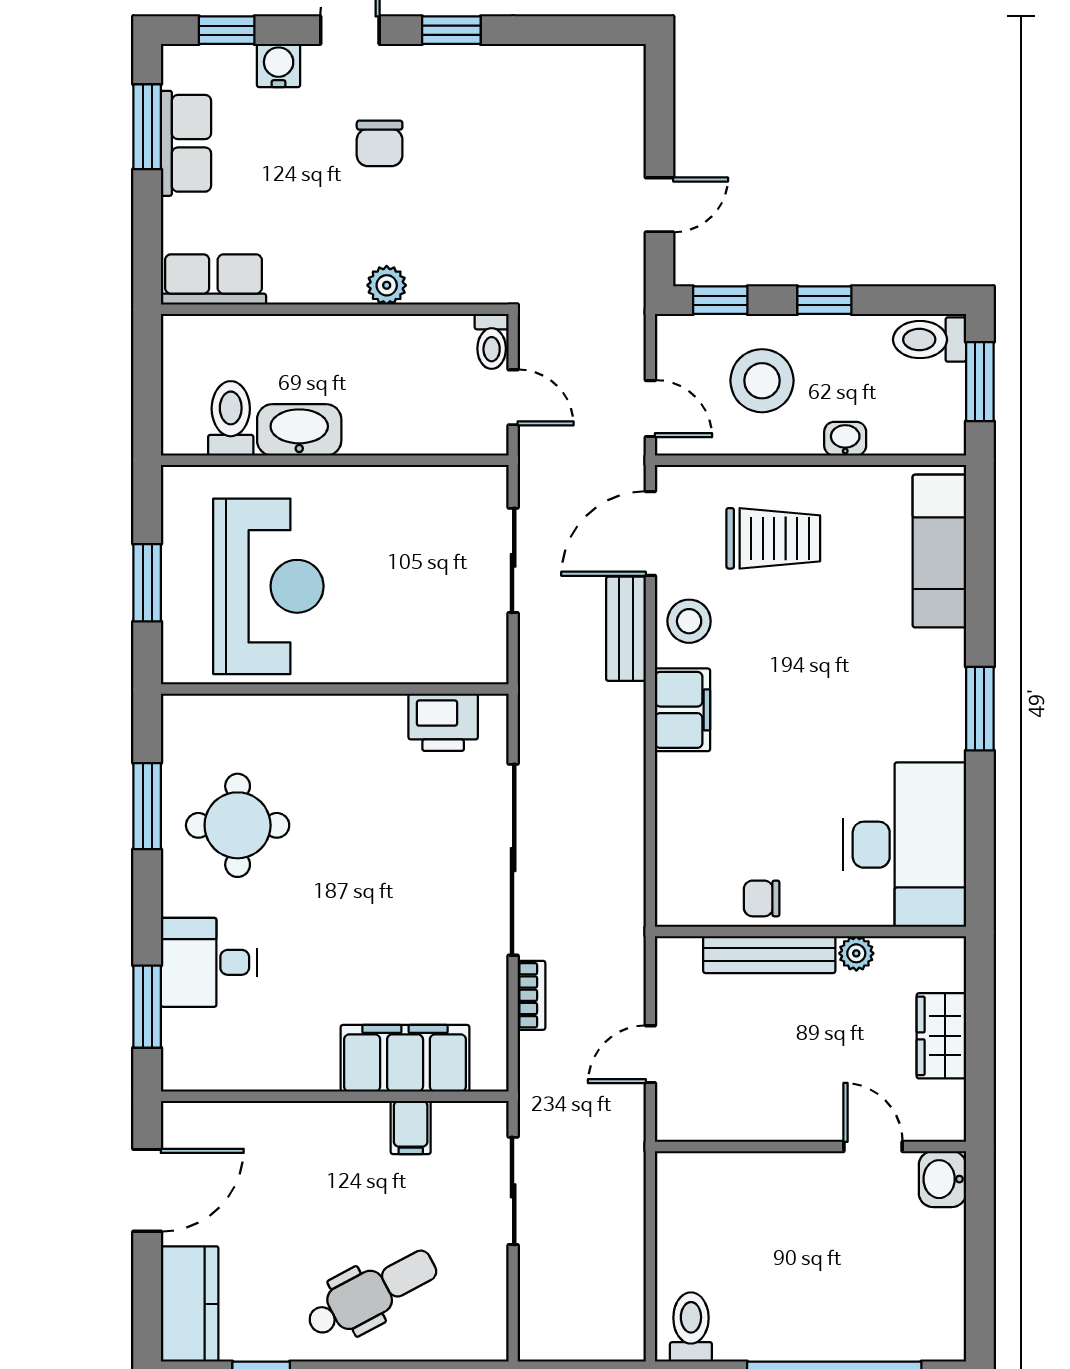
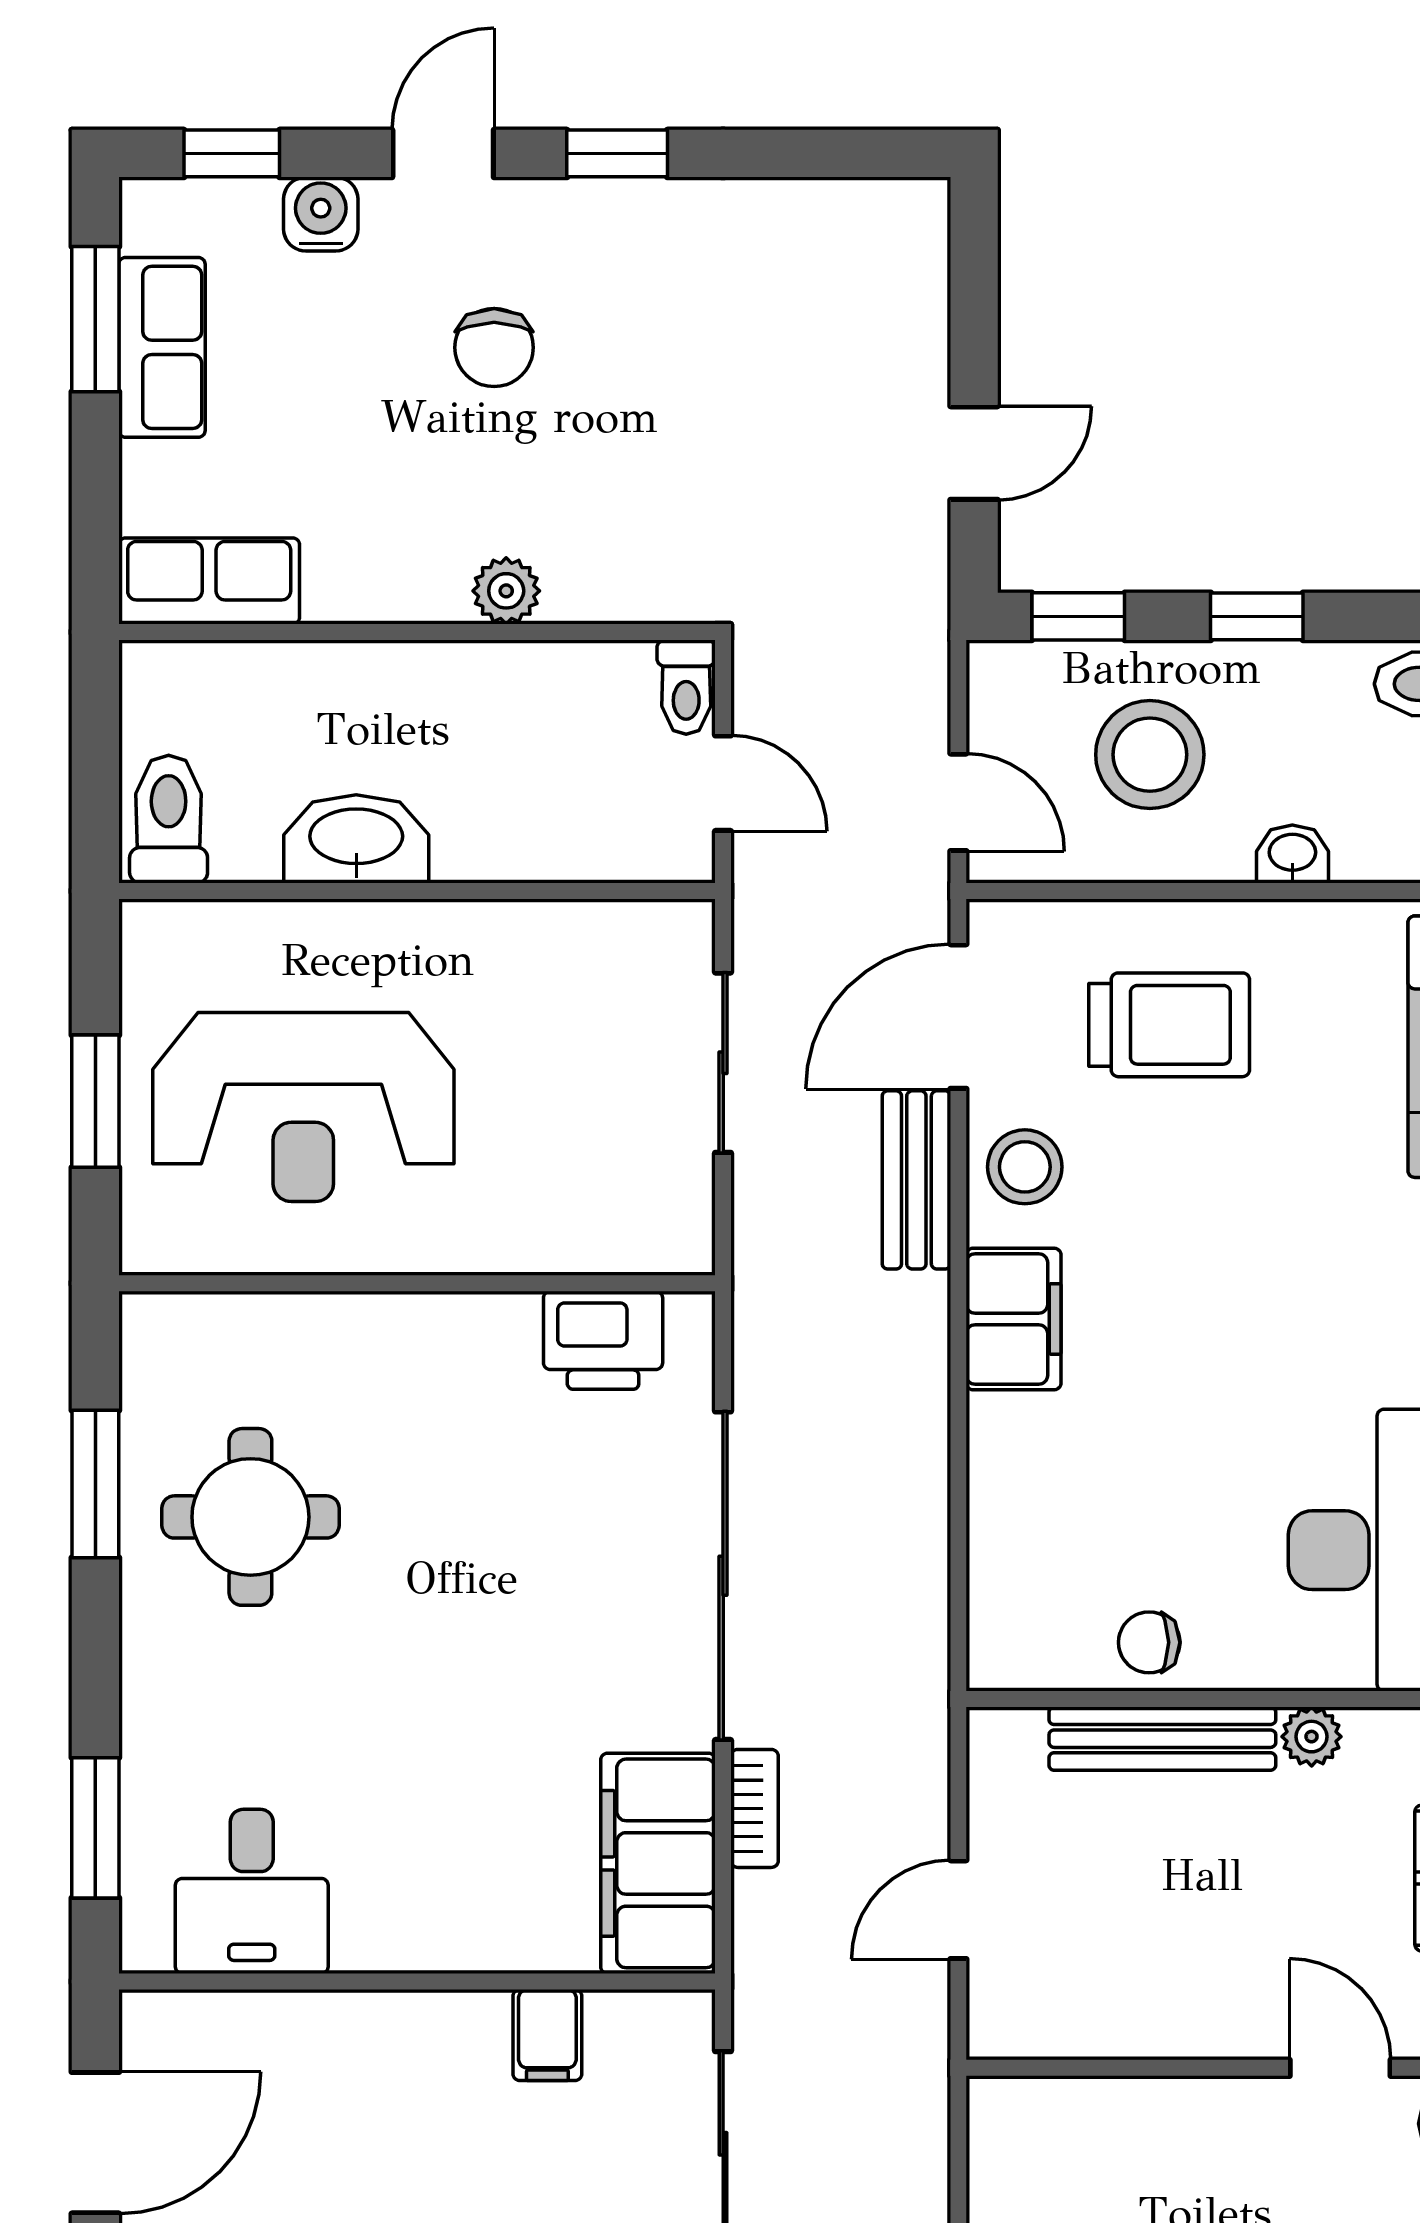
toilet: (231, 418) -> (169, 819), moved
reception desk: (268, 586) -> (303, 1107), turned 90
desk: (209, 962) -> (252, 1891), moved, turned -90
filing cabinet: (405, 1058) -> (658, 1863), moved, turned -90

